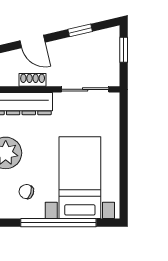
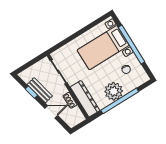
door: (33, 42) -> (51, 112), hinge flipped
bench: (75, 45) -> (40, 90), added
window: (124, 50) -> (28, 65), removed

